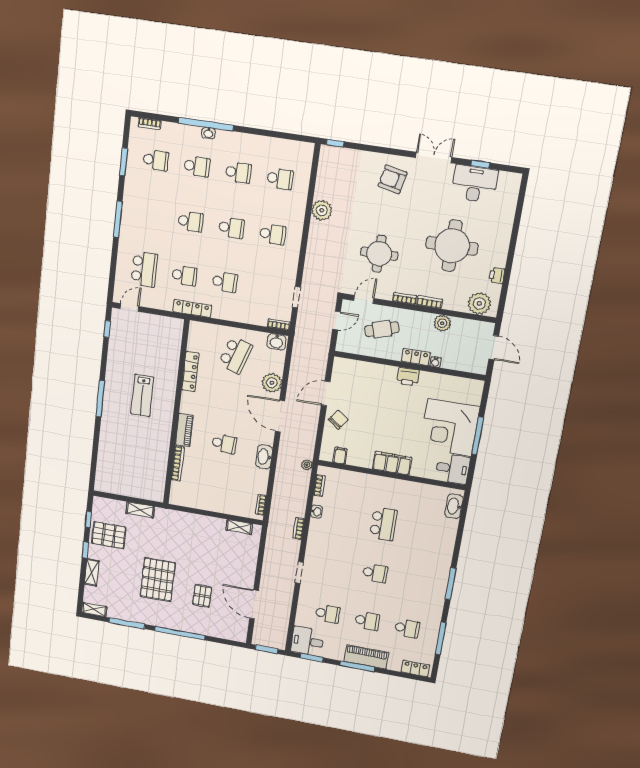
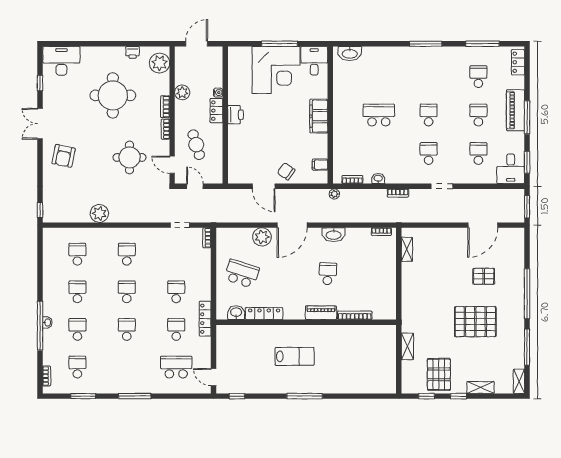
desk: (475, 184) -> (61, 61), moved, turned 90
washbasin: (277, 342) -> (236, 313), moved, turned -90
school desk: (335, 566) -> (429, 153), added

